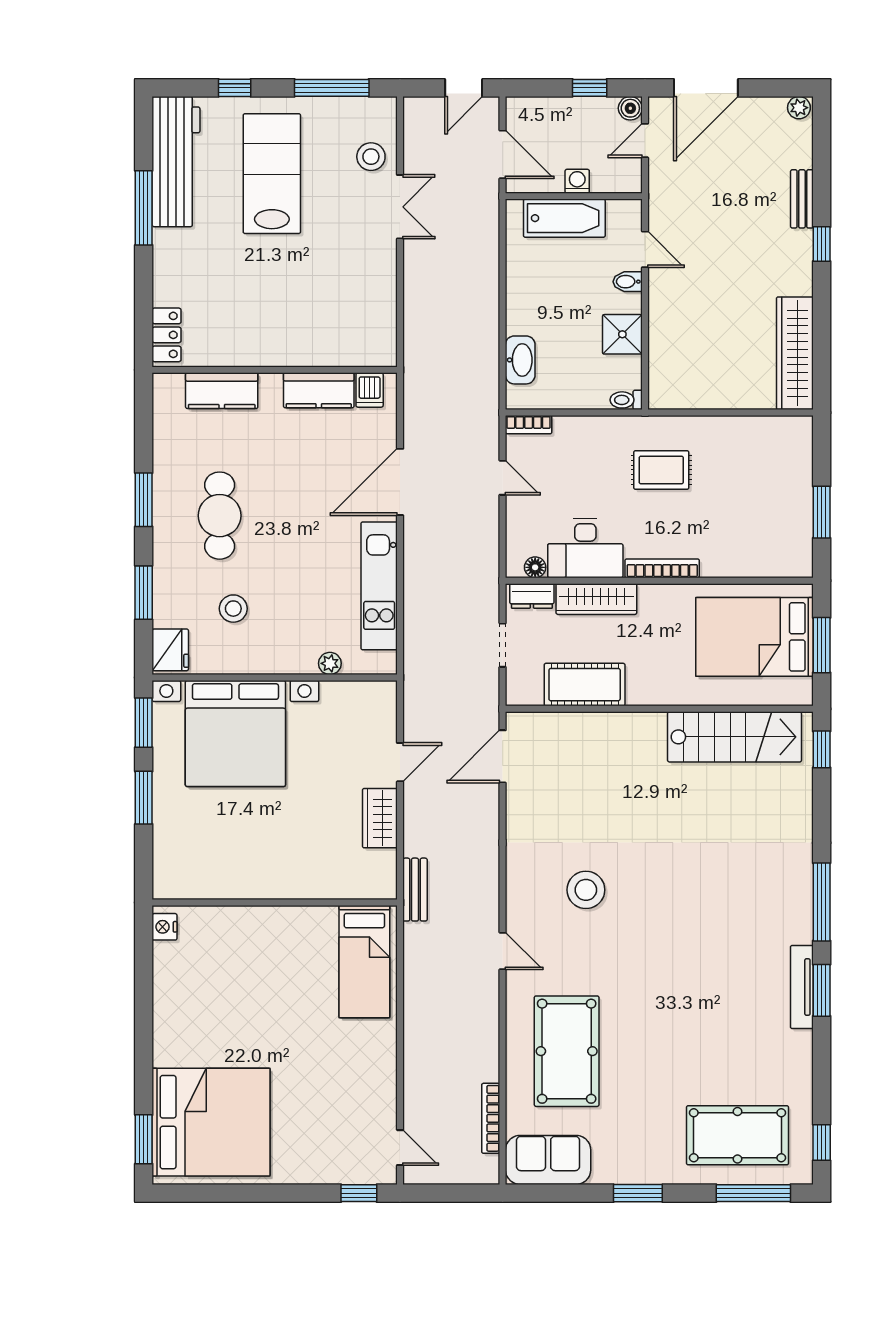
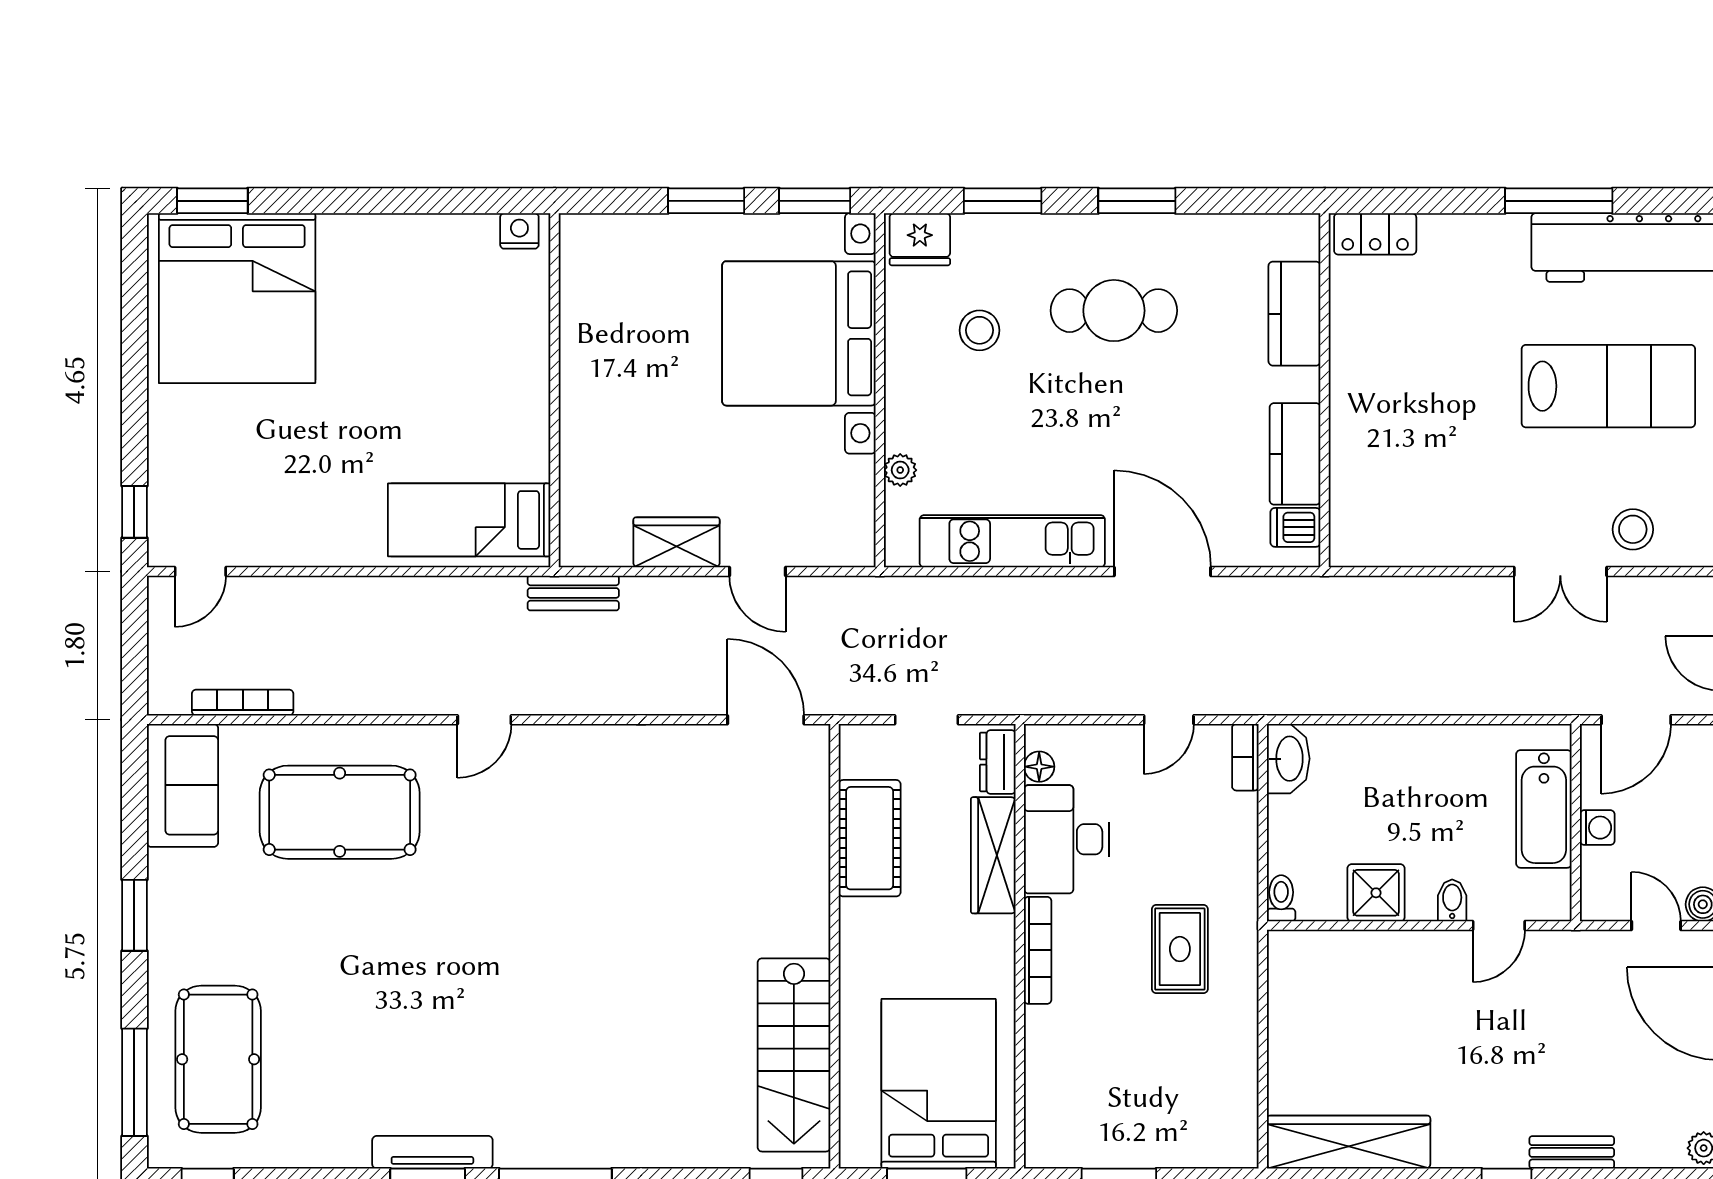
washbasin: (520, 360) -> (1288, 759), moved, turned -90
stool: (586, 890) -> (573, 840), removed

